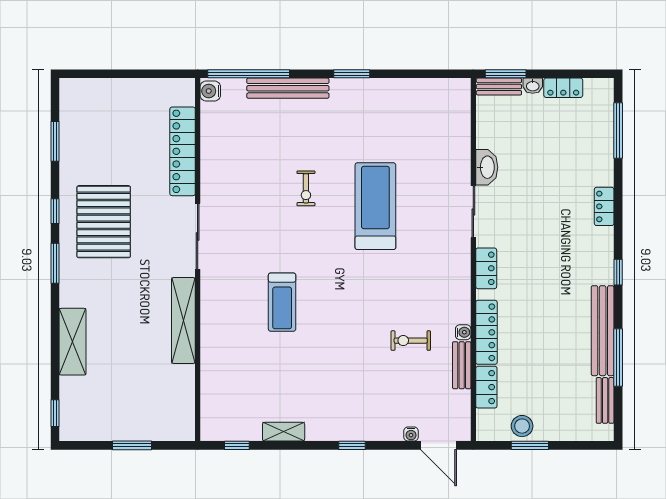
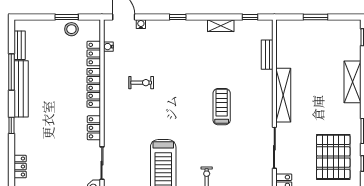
water cooler: (463, 332) -> (108, 47), moved
bench: (462, 365) -> (267, 55), moved

